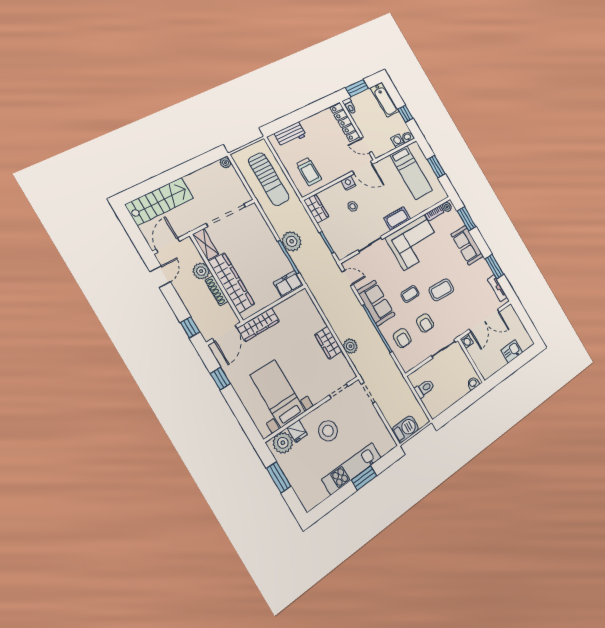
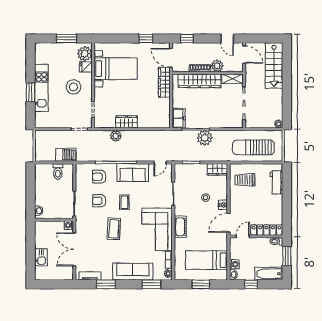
sofa: (467, 245) -> (133, 272), width x1.36
barbecue: (405, 429) -> (66, 155), moved, turned -90

